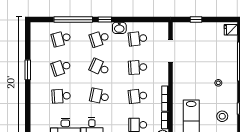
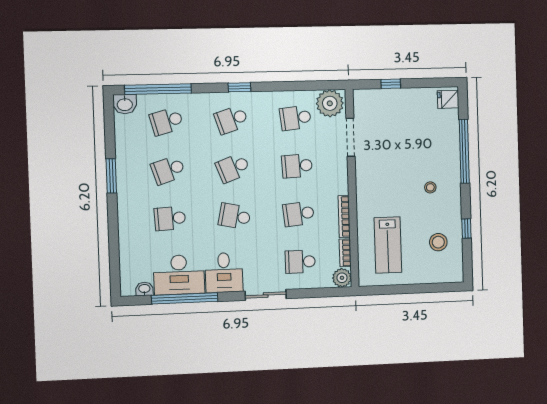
window: (73, 20) -> (158, 89), moved
washbasin: (119, 28) -> (125, 104), moved
plant: (159, 30) -> (330, 103), added
school desk: (99, 67) -> (233, 168), turned -45

